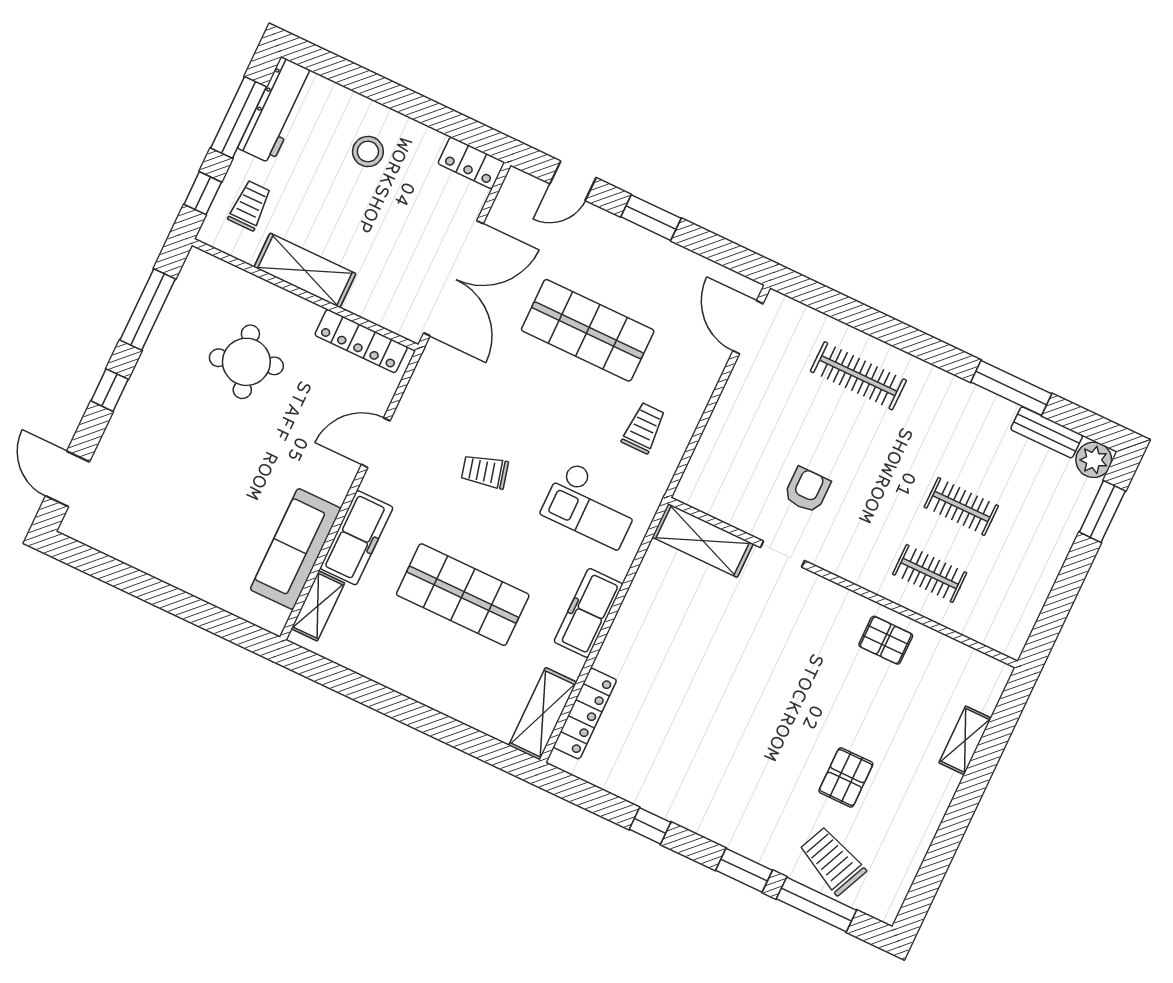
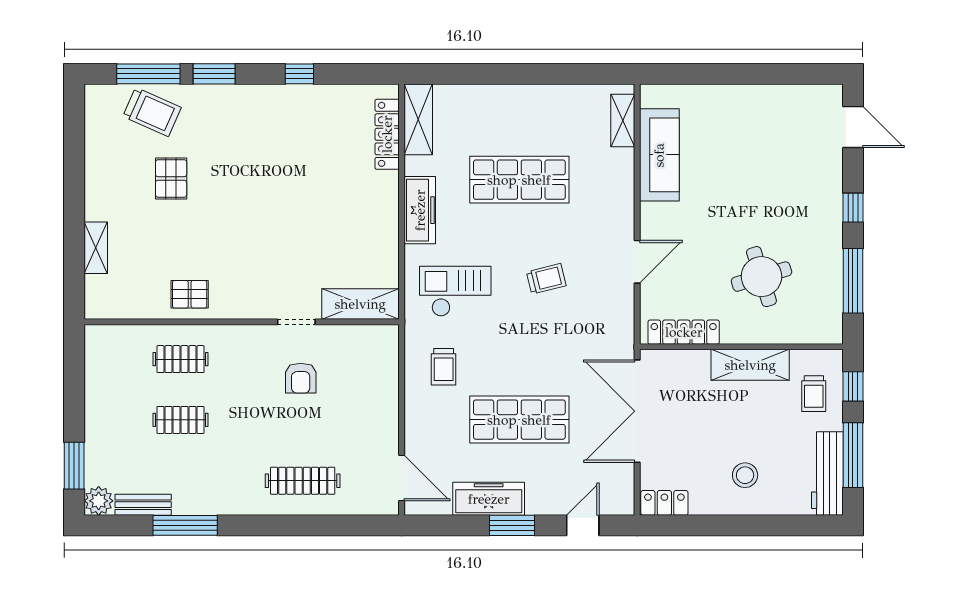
freezer: (356, 538) -> (489, 499), moved, turned 90

